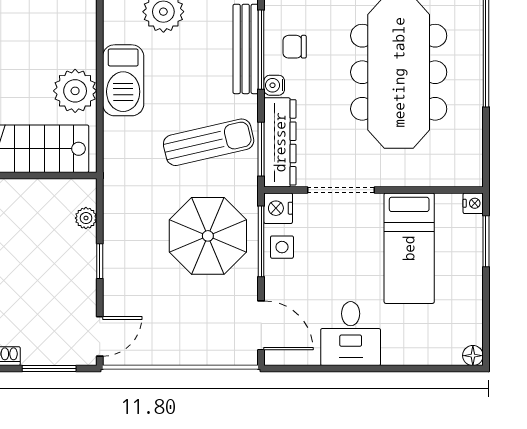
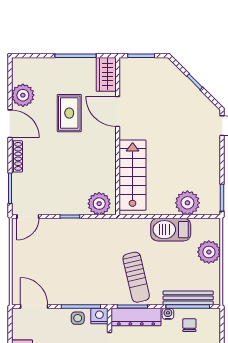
plant: (75, 91) -> (187, 203), moved
plant: (86, 218) -> (99, 204), width x1.88, depth x1.88
parasol: (208, 236) -> (84, 277), removed
door: (261, 325) -> (34, 306), swing flipped
door: (100, 336) -> (28, 217), hinge flipped

